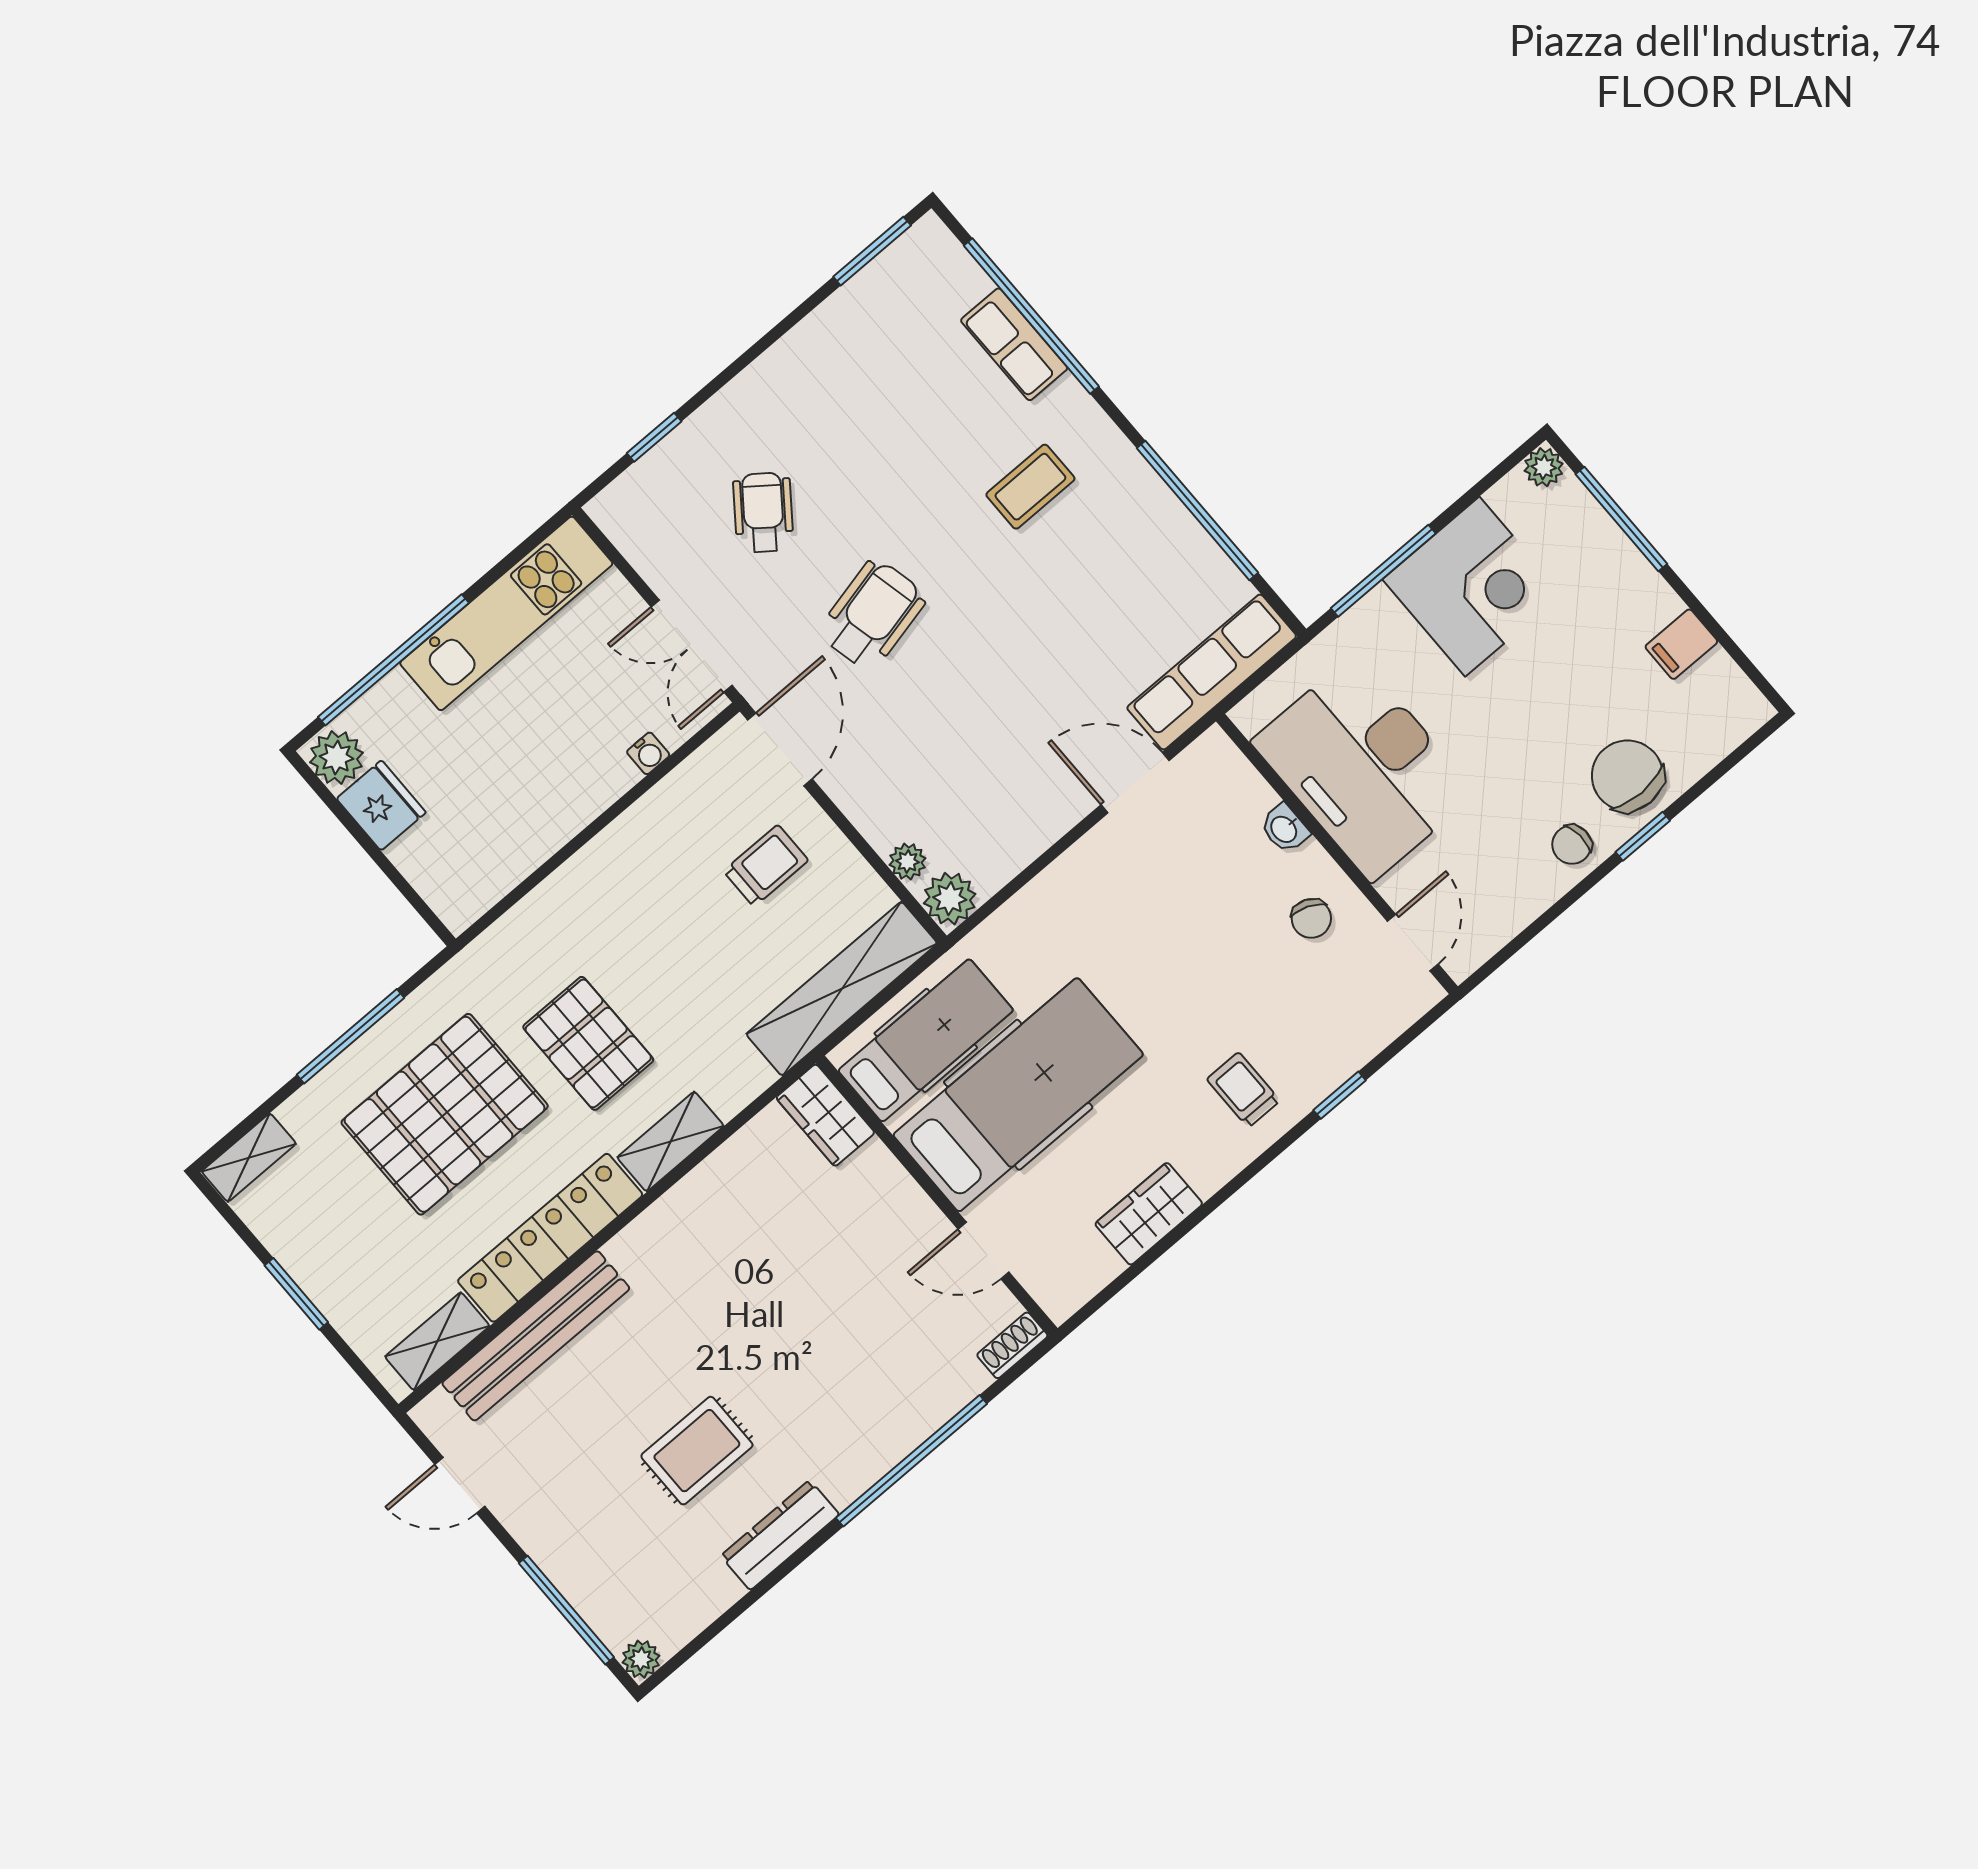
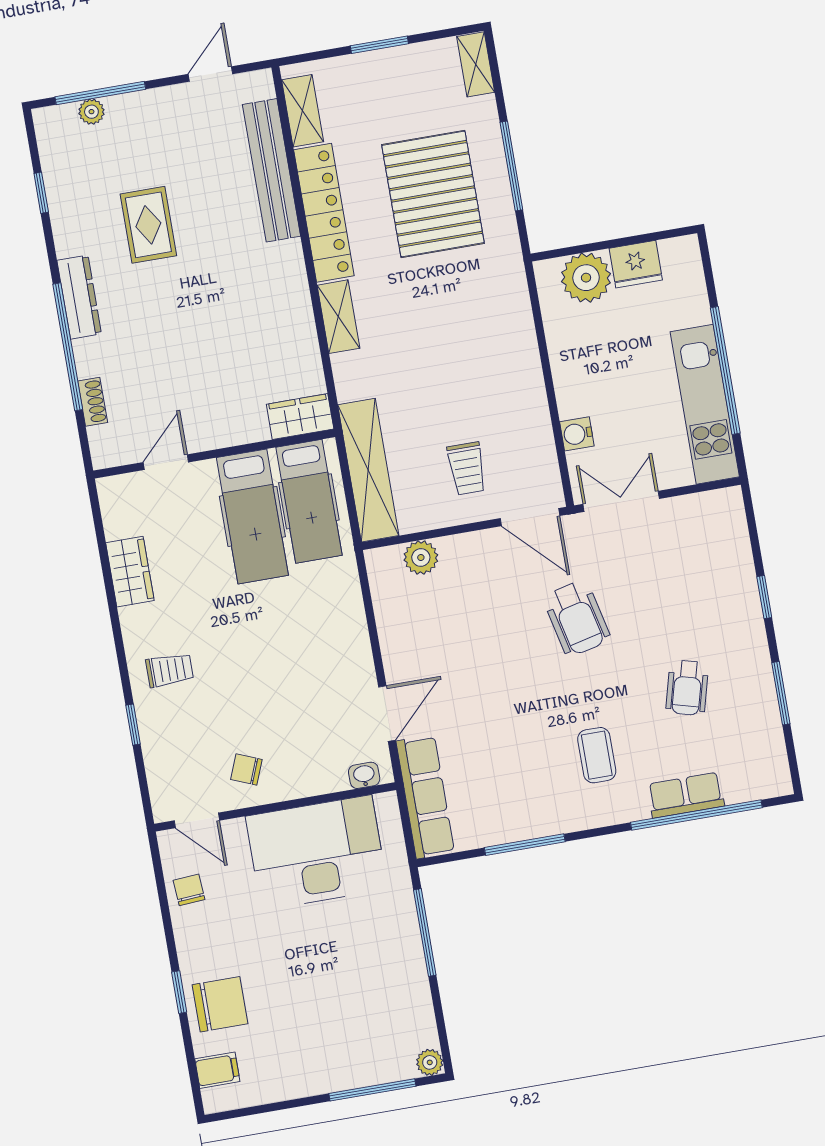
window: (872, 251) -> (781, 693), moved
window: (654, 437) -> (764, 597), moved
window: (1197, 510) -> (525, 845), width x0.68
wheelchair: (763, 512) -> (687, 688), moved, turned 68
corner desk: (1472, 587) -> (385, 979), removed
filing cabinet: (1681, 644) -> (217, 1070), moved, turned 90
window: (393, 660) -> (725, 371), moved
water cooler: (648, 753) -> (577, 434), width x1.38, depth x1.38
plant: (337, 757) -> (586, 278), moved, width x1.36, depth x1.36
washbasin: (1285, 829) -> (364, 775), moved
chair: (1572, 845) -> (189, 890), moved
plant: (907, 862) -> (421, 557), width x1.38, depth x1.38
plant: (950, 899) -> (384, 565), removed
pallet: (588, 1043) -> (425, 303), removed
hospital bed: (1018, 1095) -> (252, 516), width x0.73, depth x0.78
shoe rack: (1012, 1345) -> (93, 402), moved
dresser: (780, 1535) -> (79, 297), moved
window: (737, 1610) -> (41, 193), added
plant: (641, 1659) -> (91, 112), moved

